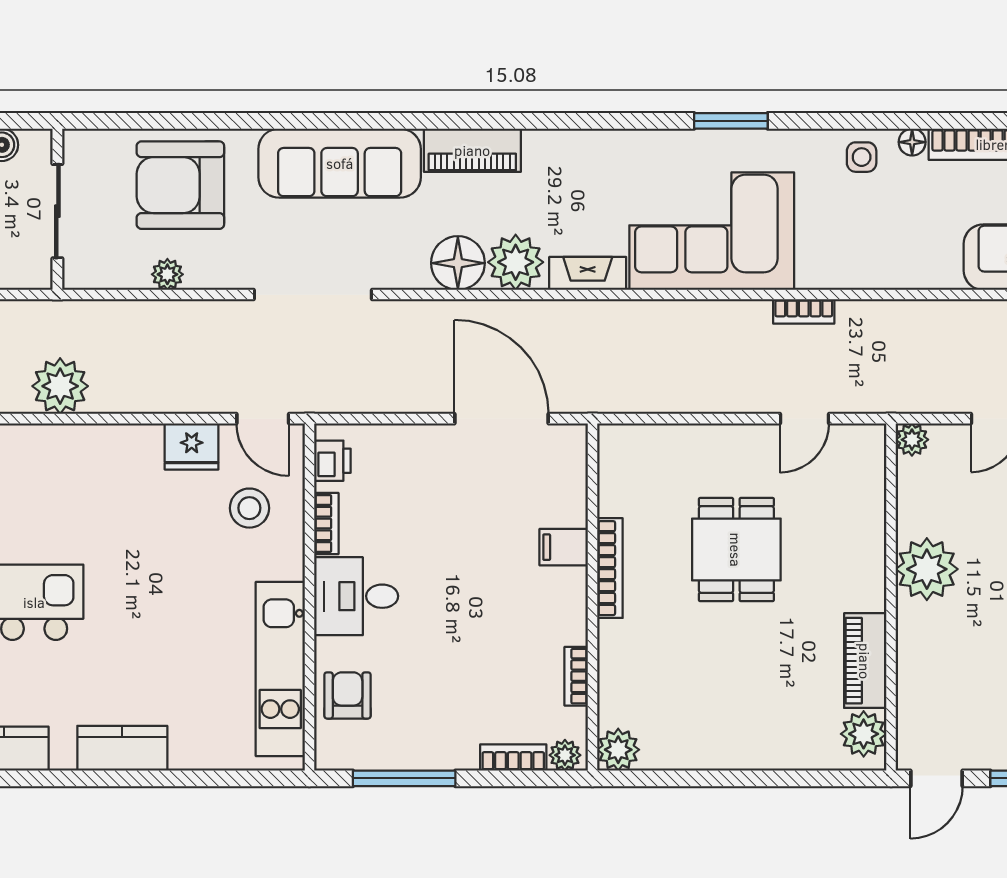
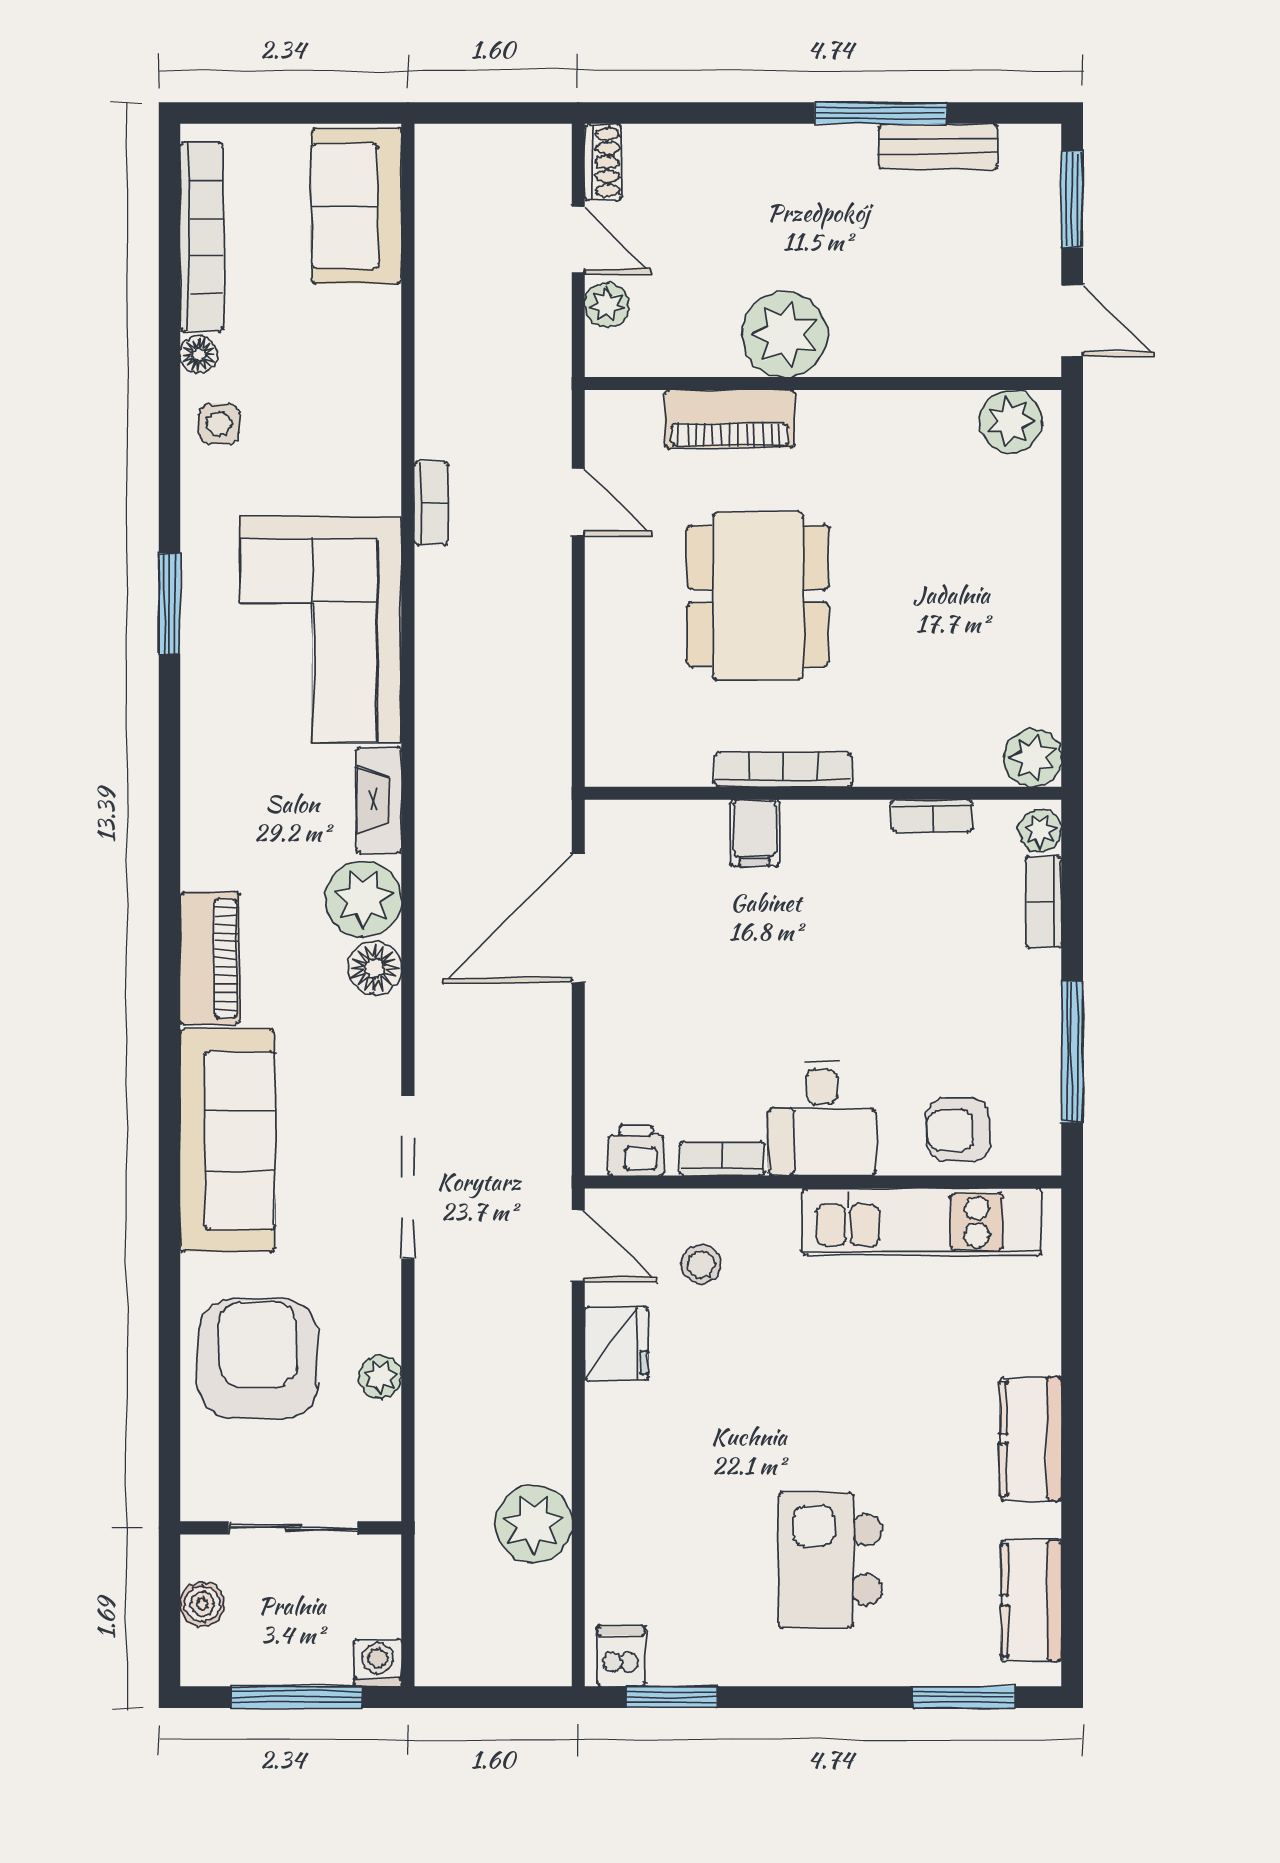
armchair: (180, 185) -> (258, 1359), turned 180
floor lamp: (458, 263) -> (375, 968), width x0.73, depth x0.73
door: (263, 419) -> (578, 1246), hinge flipped
plant: (912, 440) -> (607, 305), moved
stool: (249, 508) -> (701, 1264), width x0.73, depth x0.73
dining table: (736, 550) -> (758, 596), width x1.38
piano: (865, 661) -> (730, 419), moved

